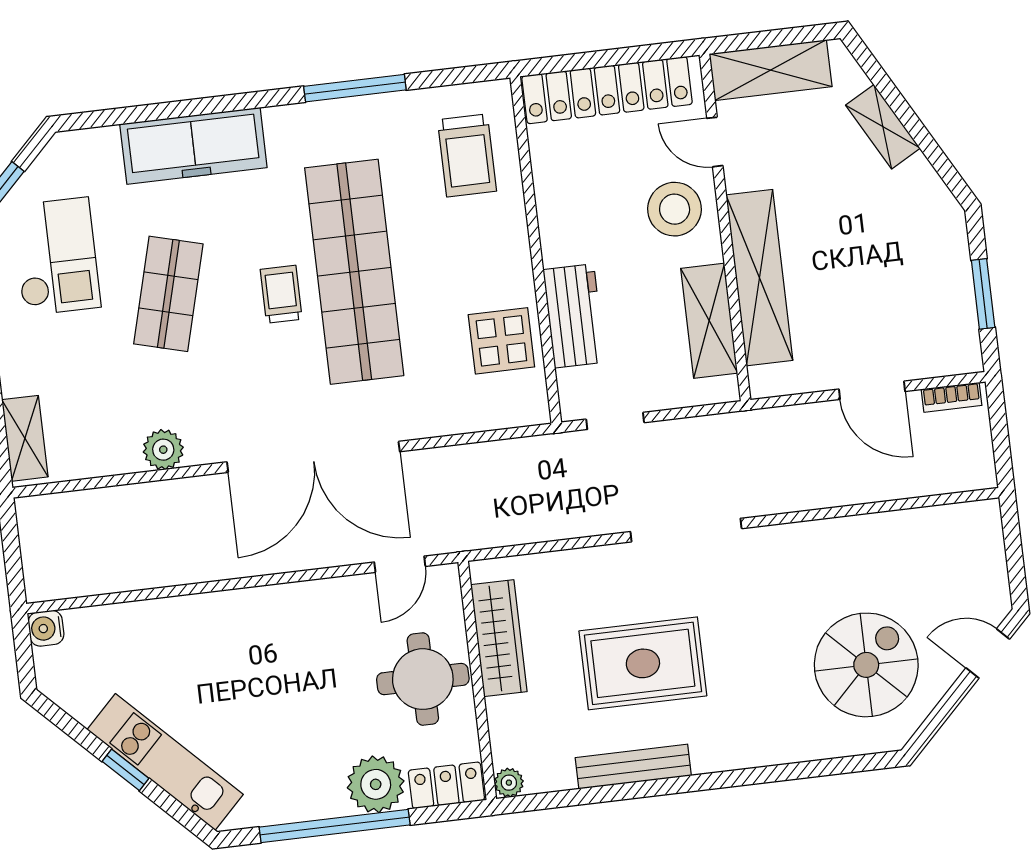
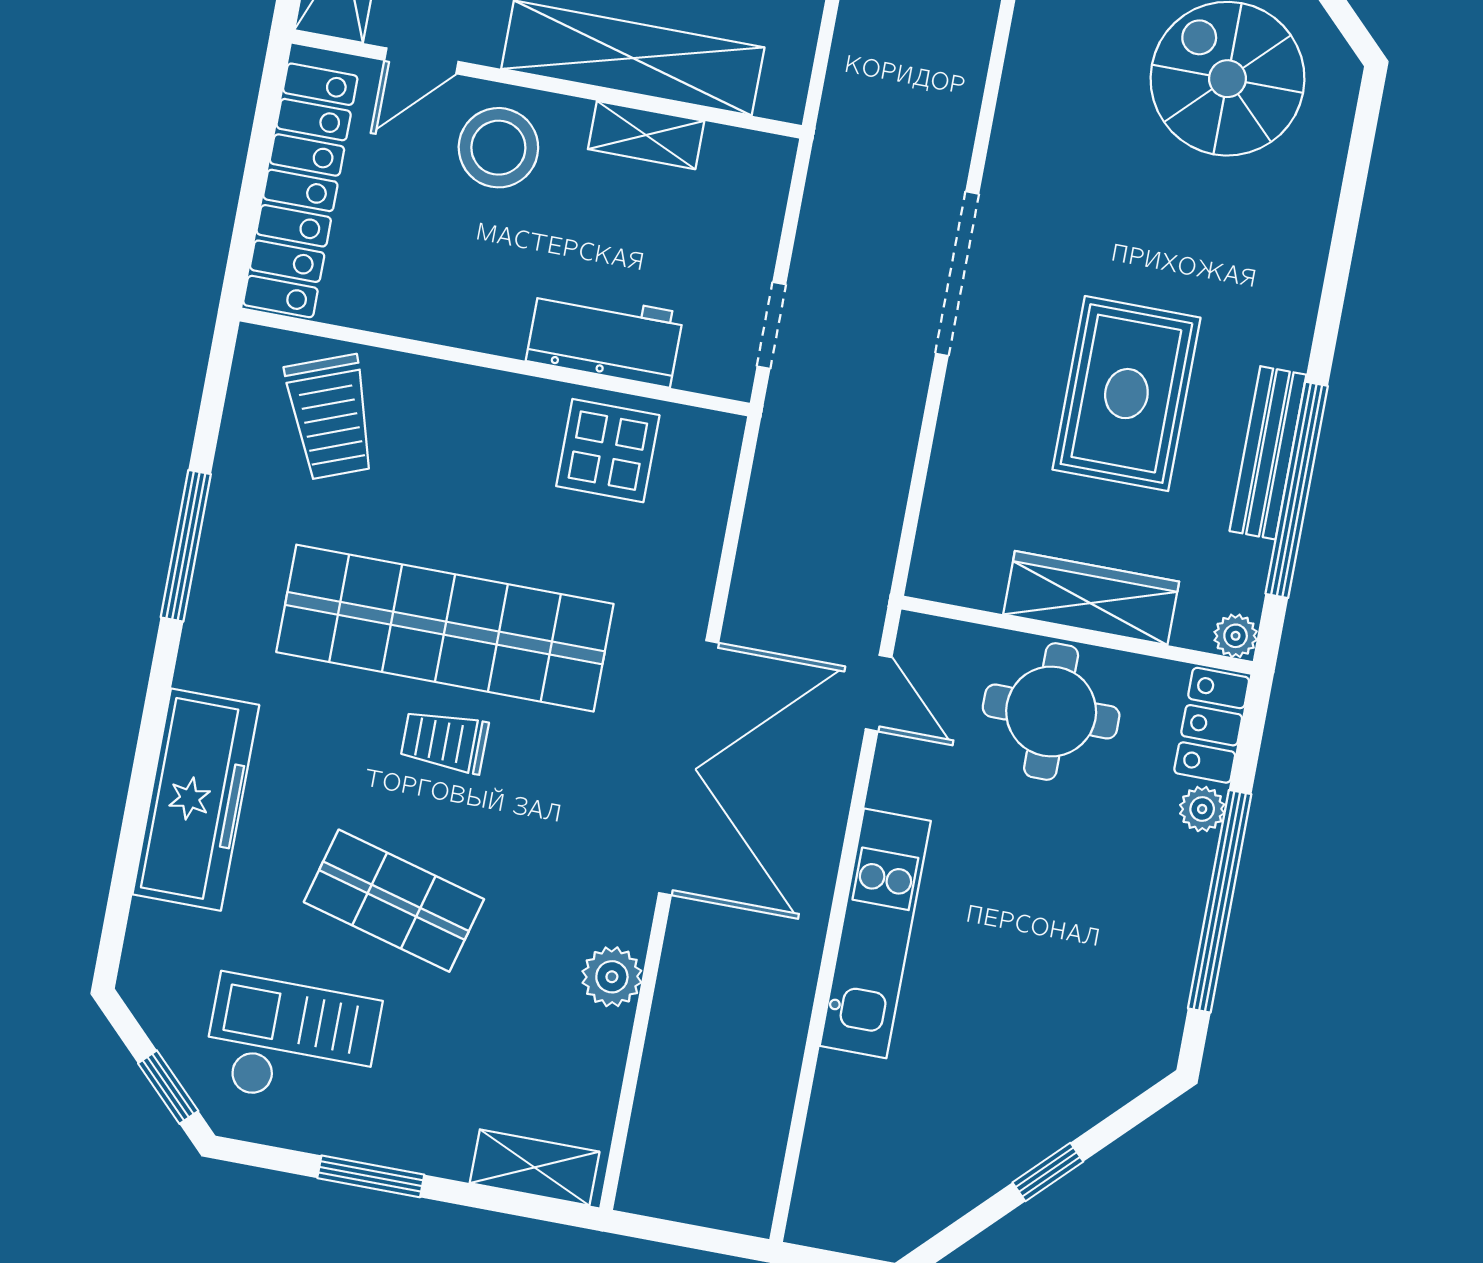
trolley: (467, 155) -> (331, 417), turned 69
shelving: (709, 321) -> (646, 135), width x0.67, depth x0.75
water cooler: (46, 628) -> (812, 1222), removed
wardrobe: (499, 638) -> (1091, 598), moved
kitchen unit: (165, 762) -> (875, 933), moved, turned 135
plant: (376, 784) -> (1202, 809), width x0.53, depth x0.53
window: (615, 793) -> (1297, 490), added

